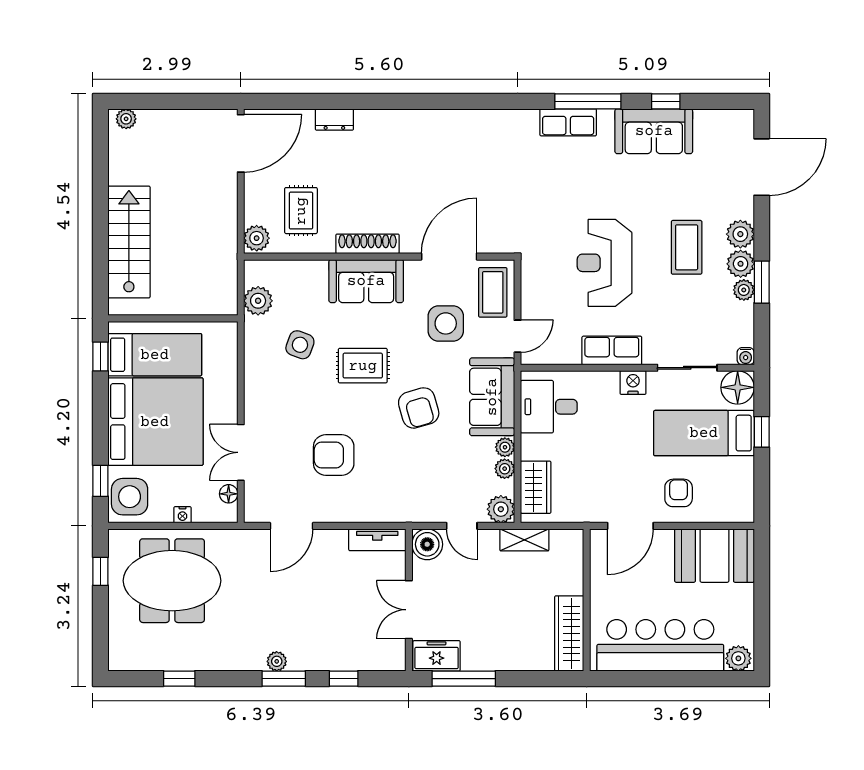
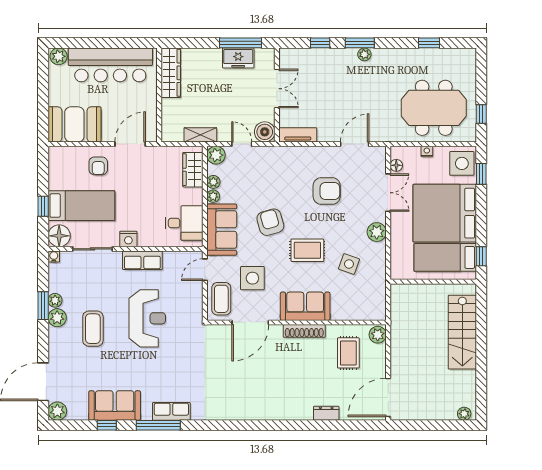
plant: (740, 234) -> (57, 411), moved
plant: (258, 301) -> (377, 232), moved
freezer: (437, 656) -> (238, 58), moved

